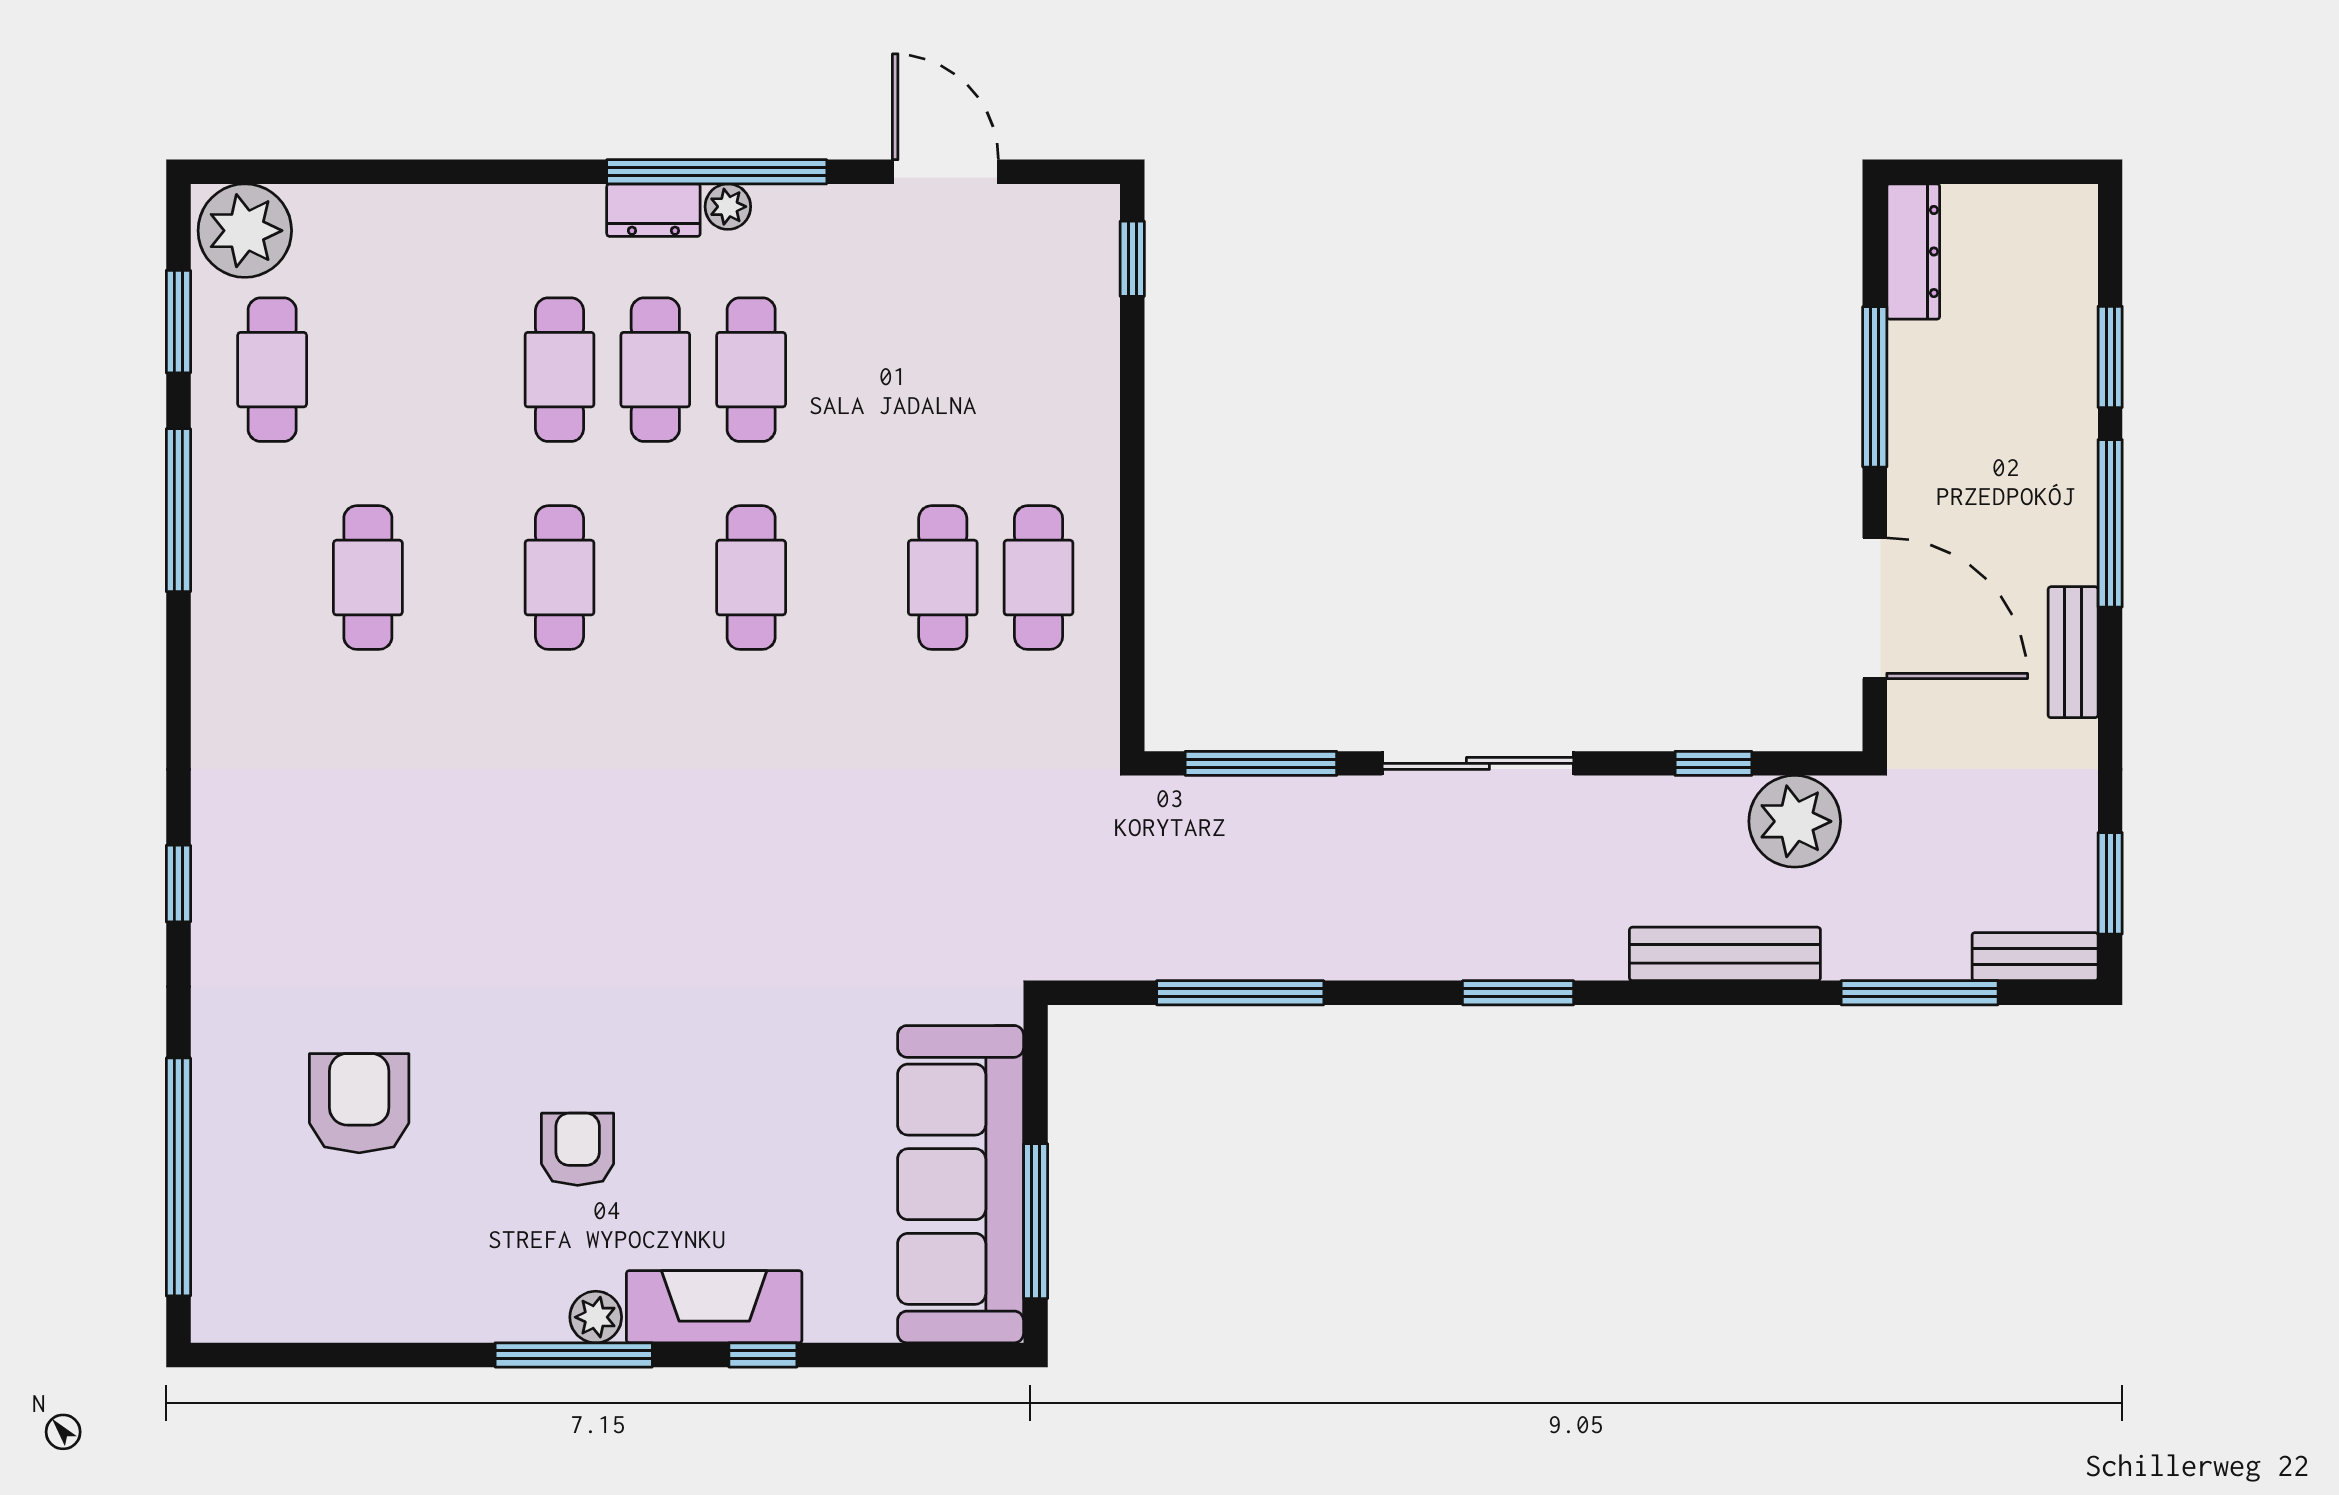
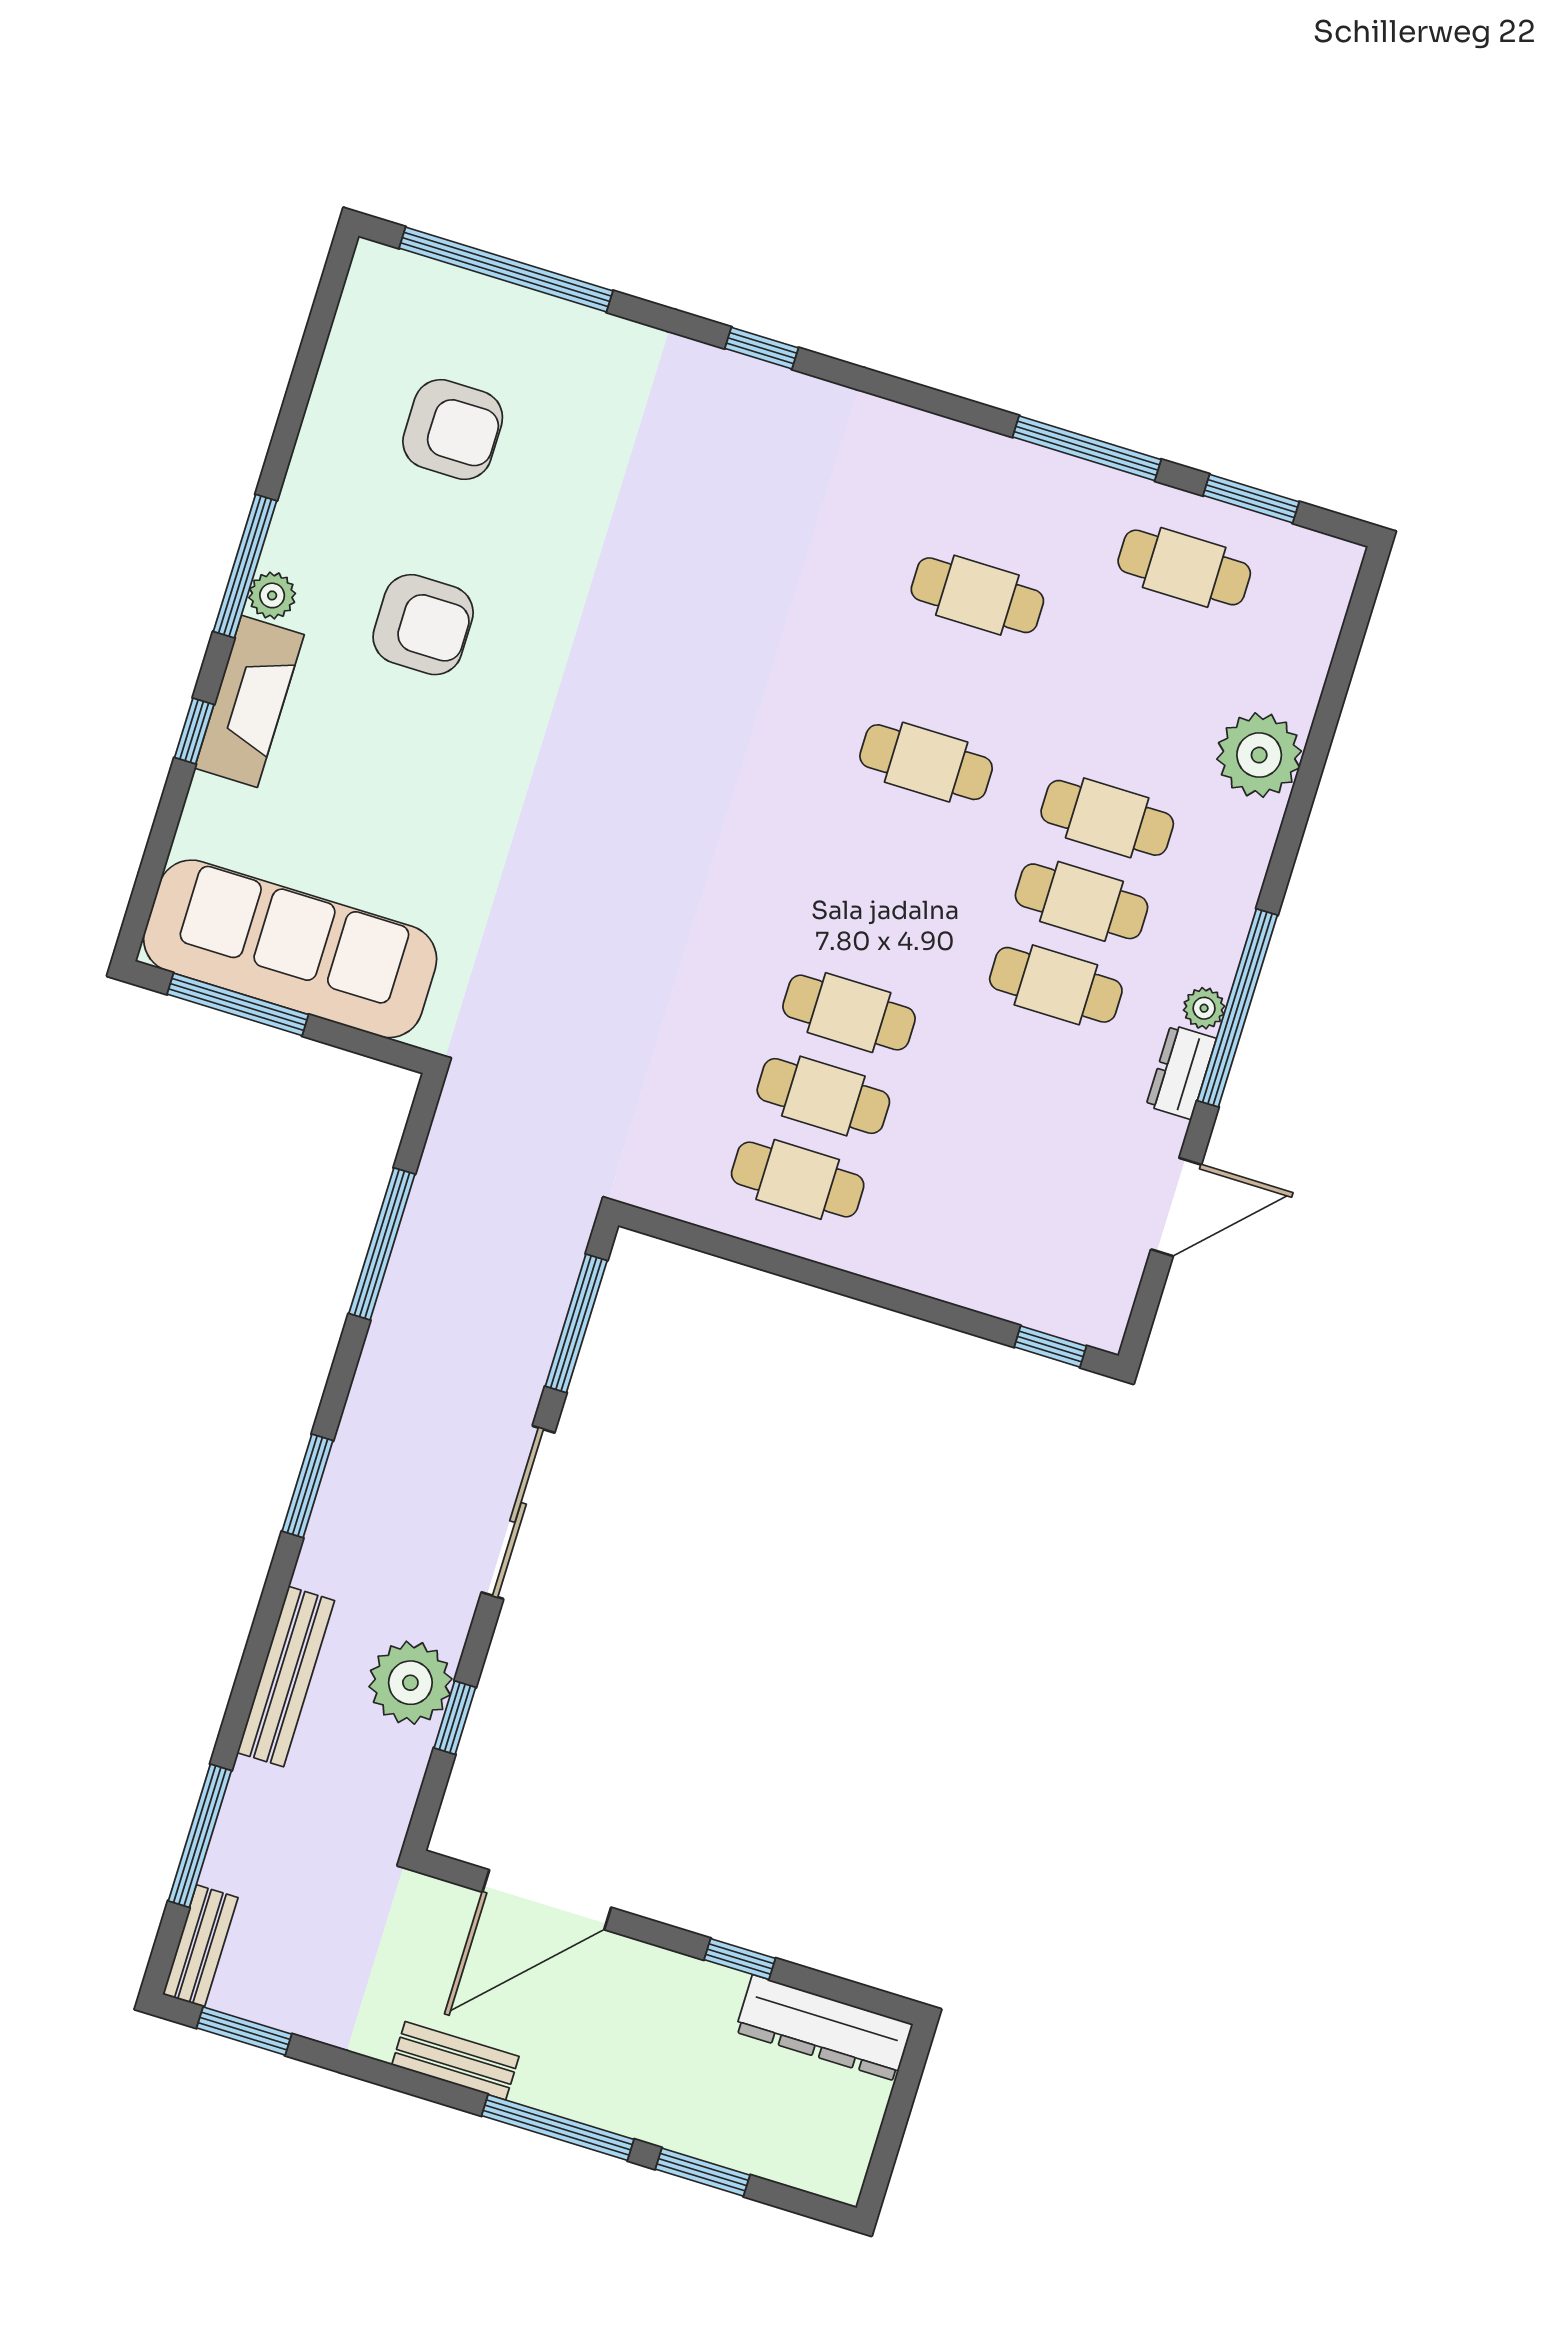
dresser: (653, 210) -> (1181, 1072), moved
plant: (245, 231) -> (1259, 755), moved
dresser: (1913, 252) -> (824, 2028), width x1.37, depth x1.24
window: (1875, 387) -> (740, 1959), width x0.46
cafe table: (751, 578) -> (849, 1013), moved
plant: (1795, 821) -> (410, 1683), moved
armchair: (359, 1103) -> (453, 430), moved
armchair: (578, 1149) -> (423, 625), width x1.38, depth x1.38

